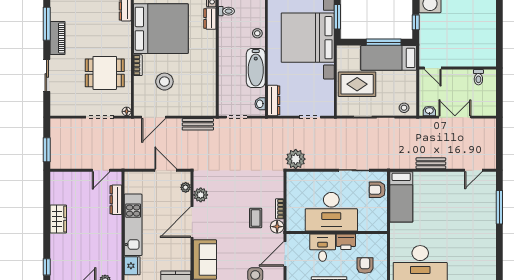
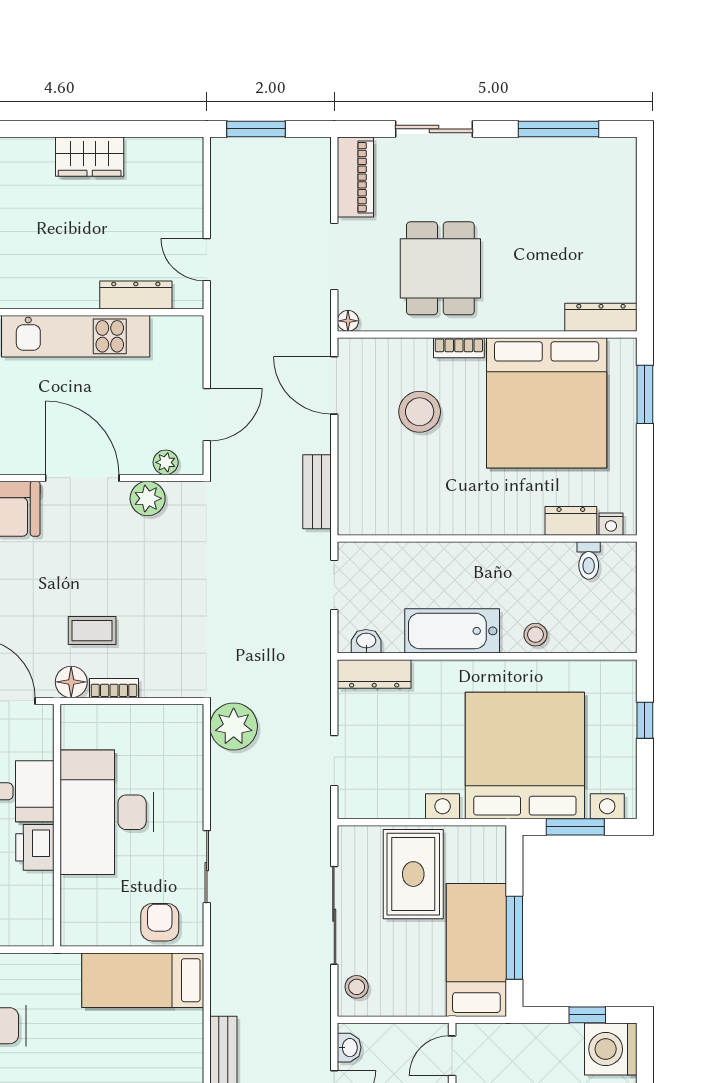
window: (416, 22) -> (587, 1015), moved
piano: (58, 38) -> (355, 177), moved, turned -90

